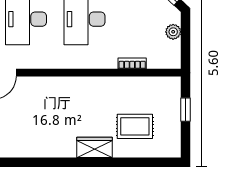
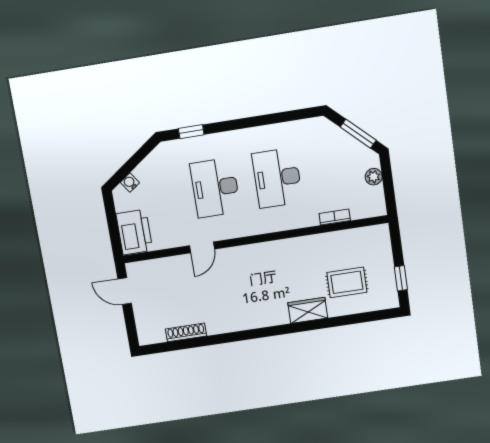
window: (186, 110) -> (401, 278), moved

